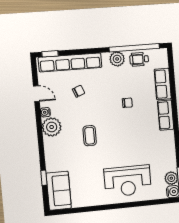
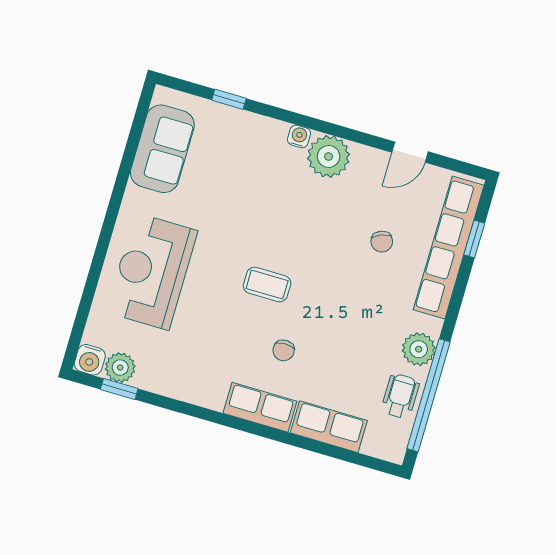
window: (50, 54) -> (474, 239), moved
chair: (127, 103) -> (284, 350), moved
water cooler: (45, 112) -> (299, 136), moved
coffee table: (90, 136) -> (267, 285), moved
sofa: (59, 191) -> (162, 149), moved, turned -90

